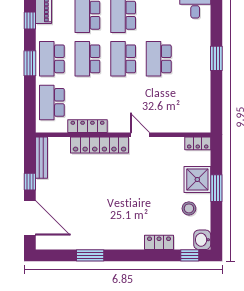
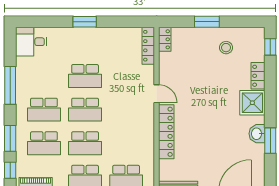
locker: (88, 126) -> (148, 46), moved
door: (140, 135) -> (157, 94), swing flipped
shower: (197, 180) -> (252, 103), moved
washbasin: (202, 240) -> (257, 134), moved, turned 90

